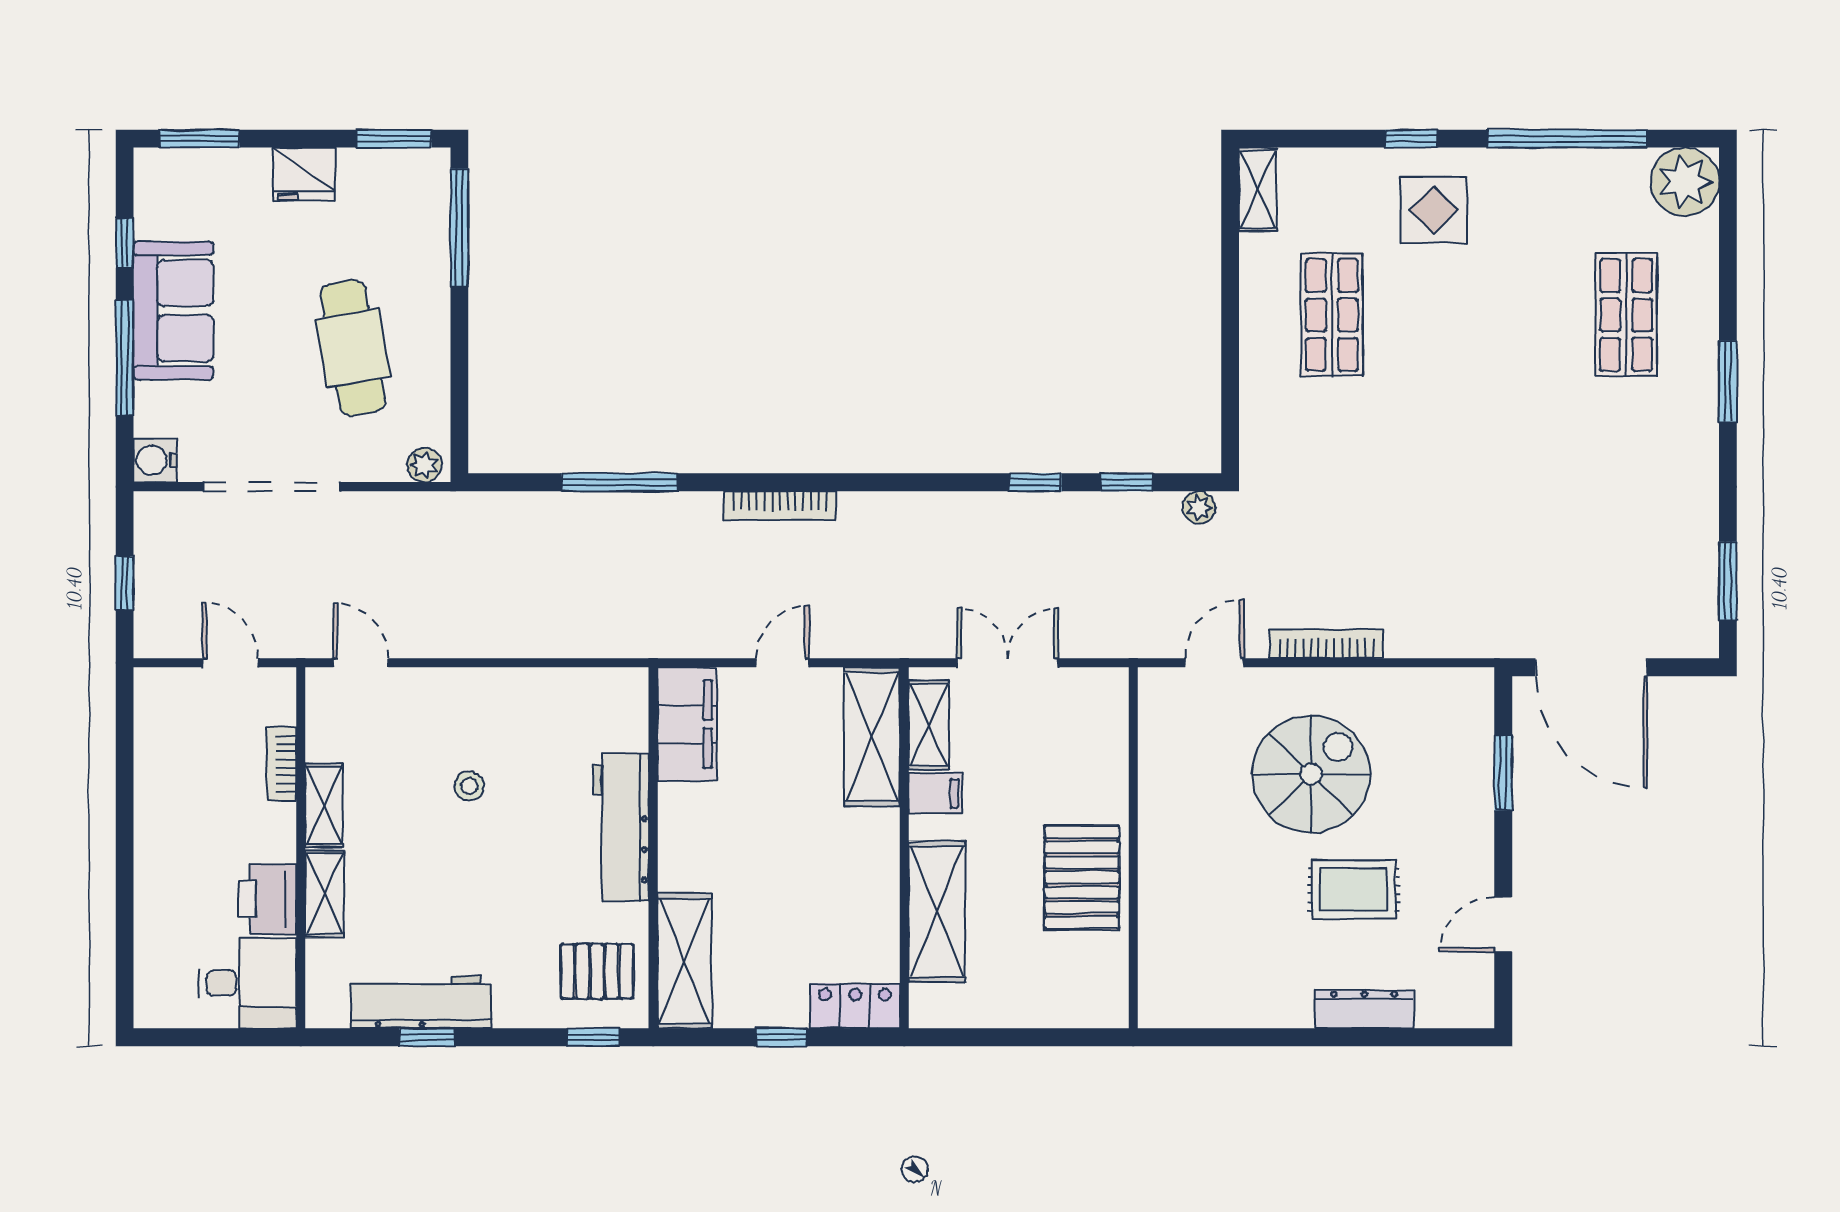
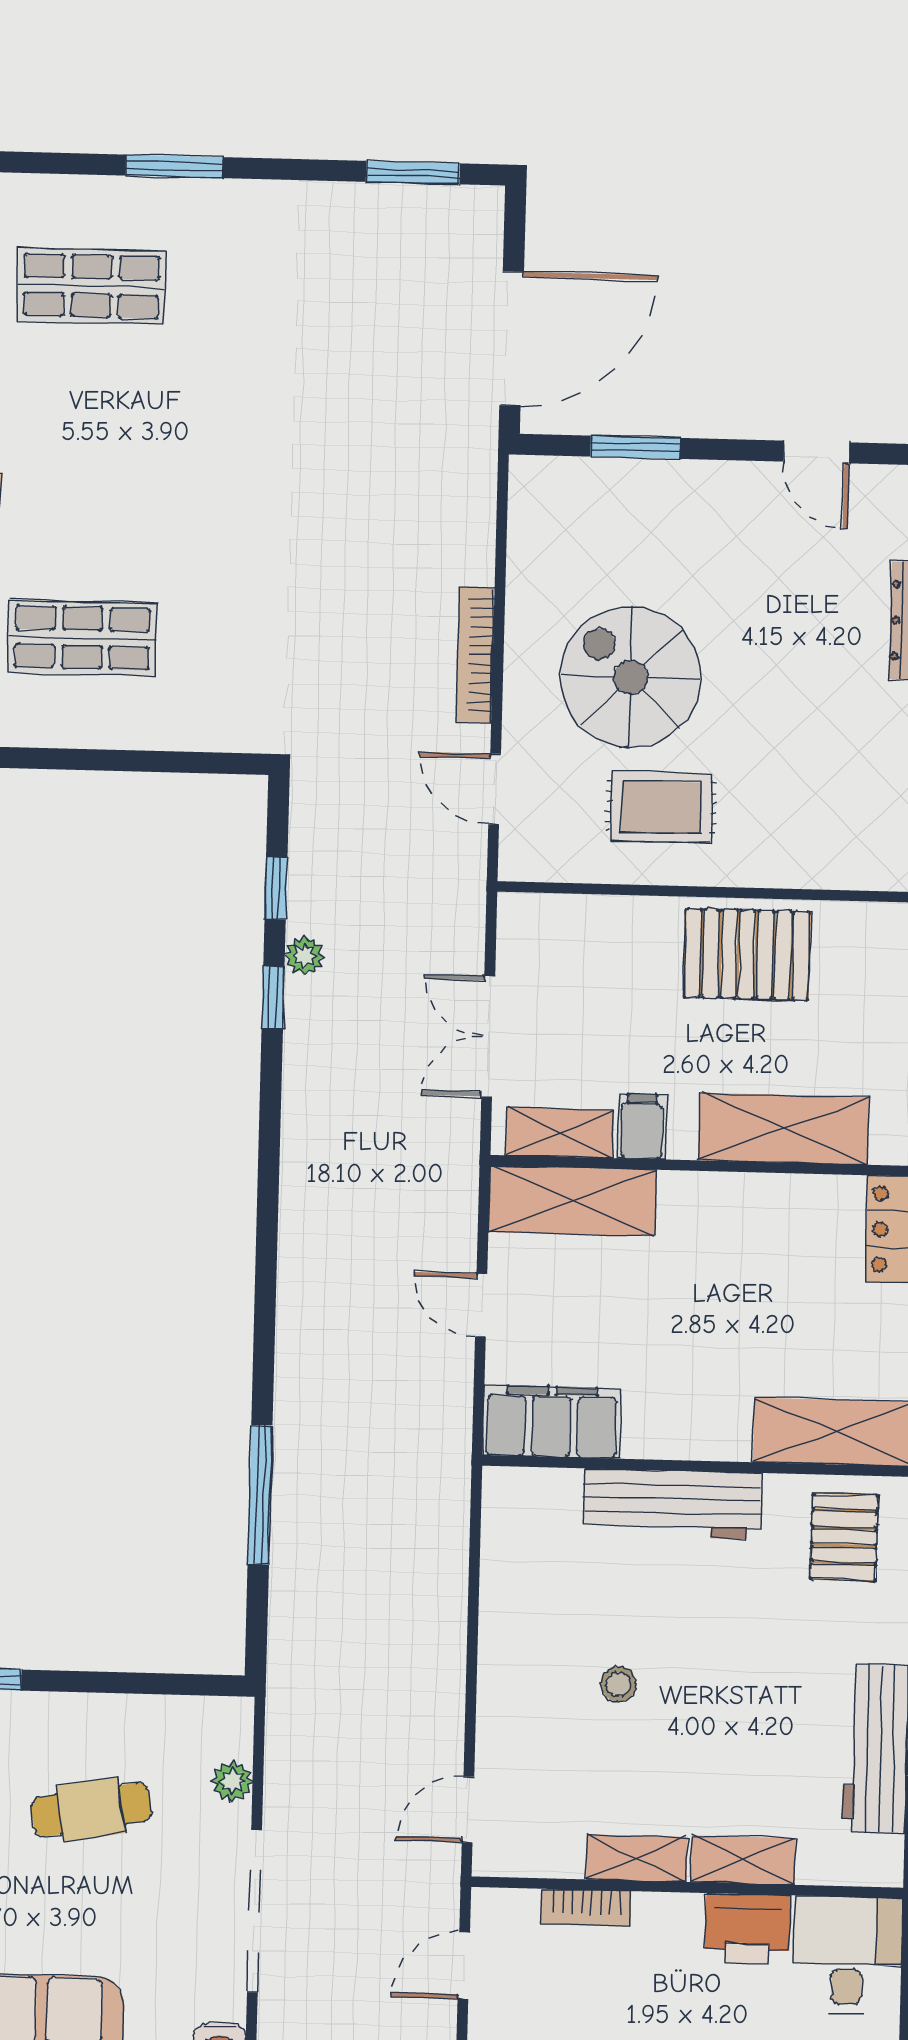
cafe table: (353, 348) -> (91, 1810), width x0.73, depth x0.74
plant: (424, 465) -> (232, 1781), moved
bookcase: (780, 505) -> (293, 1304), removed
plant: (1199, 507) -> (304, 956), moved
rug: (1354, 889) -> (661, 807), moved, turned 90

